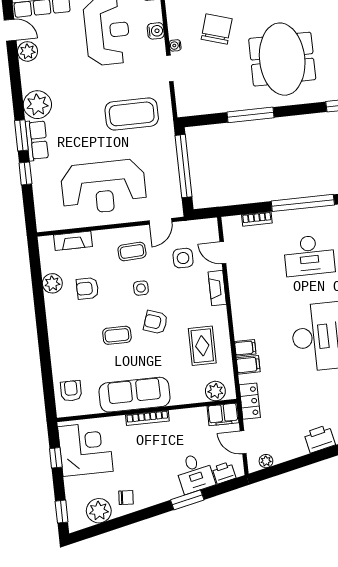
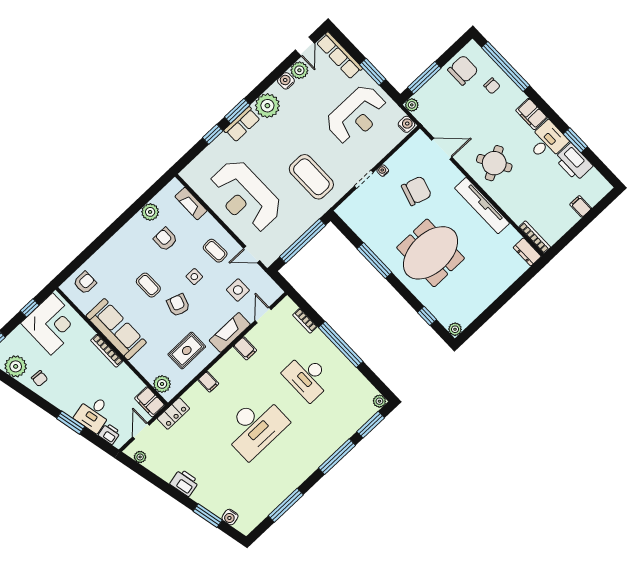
water cooler: (156, 31) -> (286, 81), moved, turned 180
fireplace: (217, 288) -> (230, 332), width x1.37, depth x1.32
filing cabinet: (248, 365) -> (245, 348), moved

